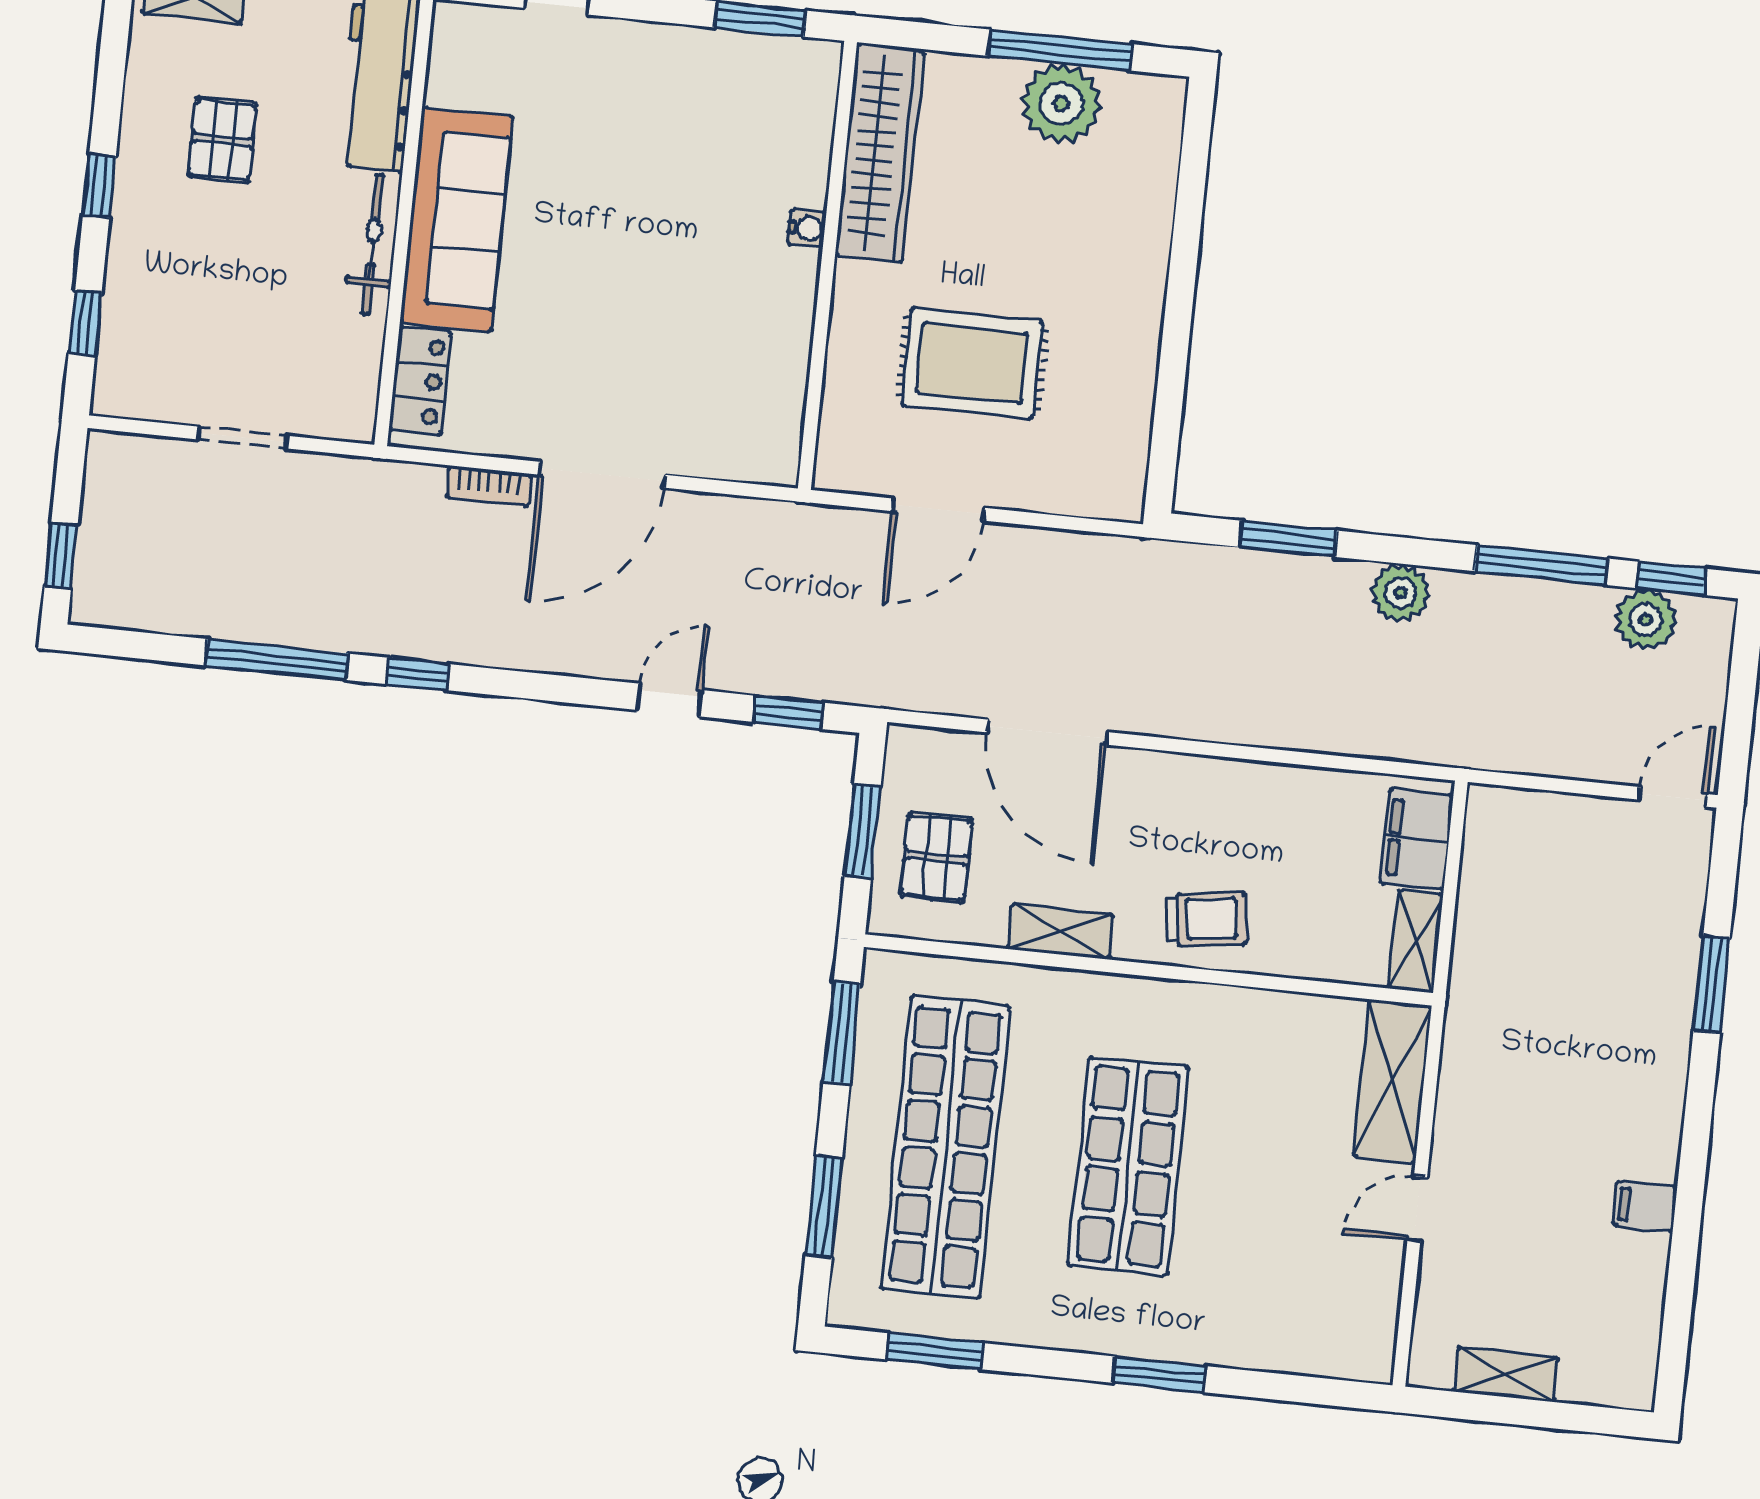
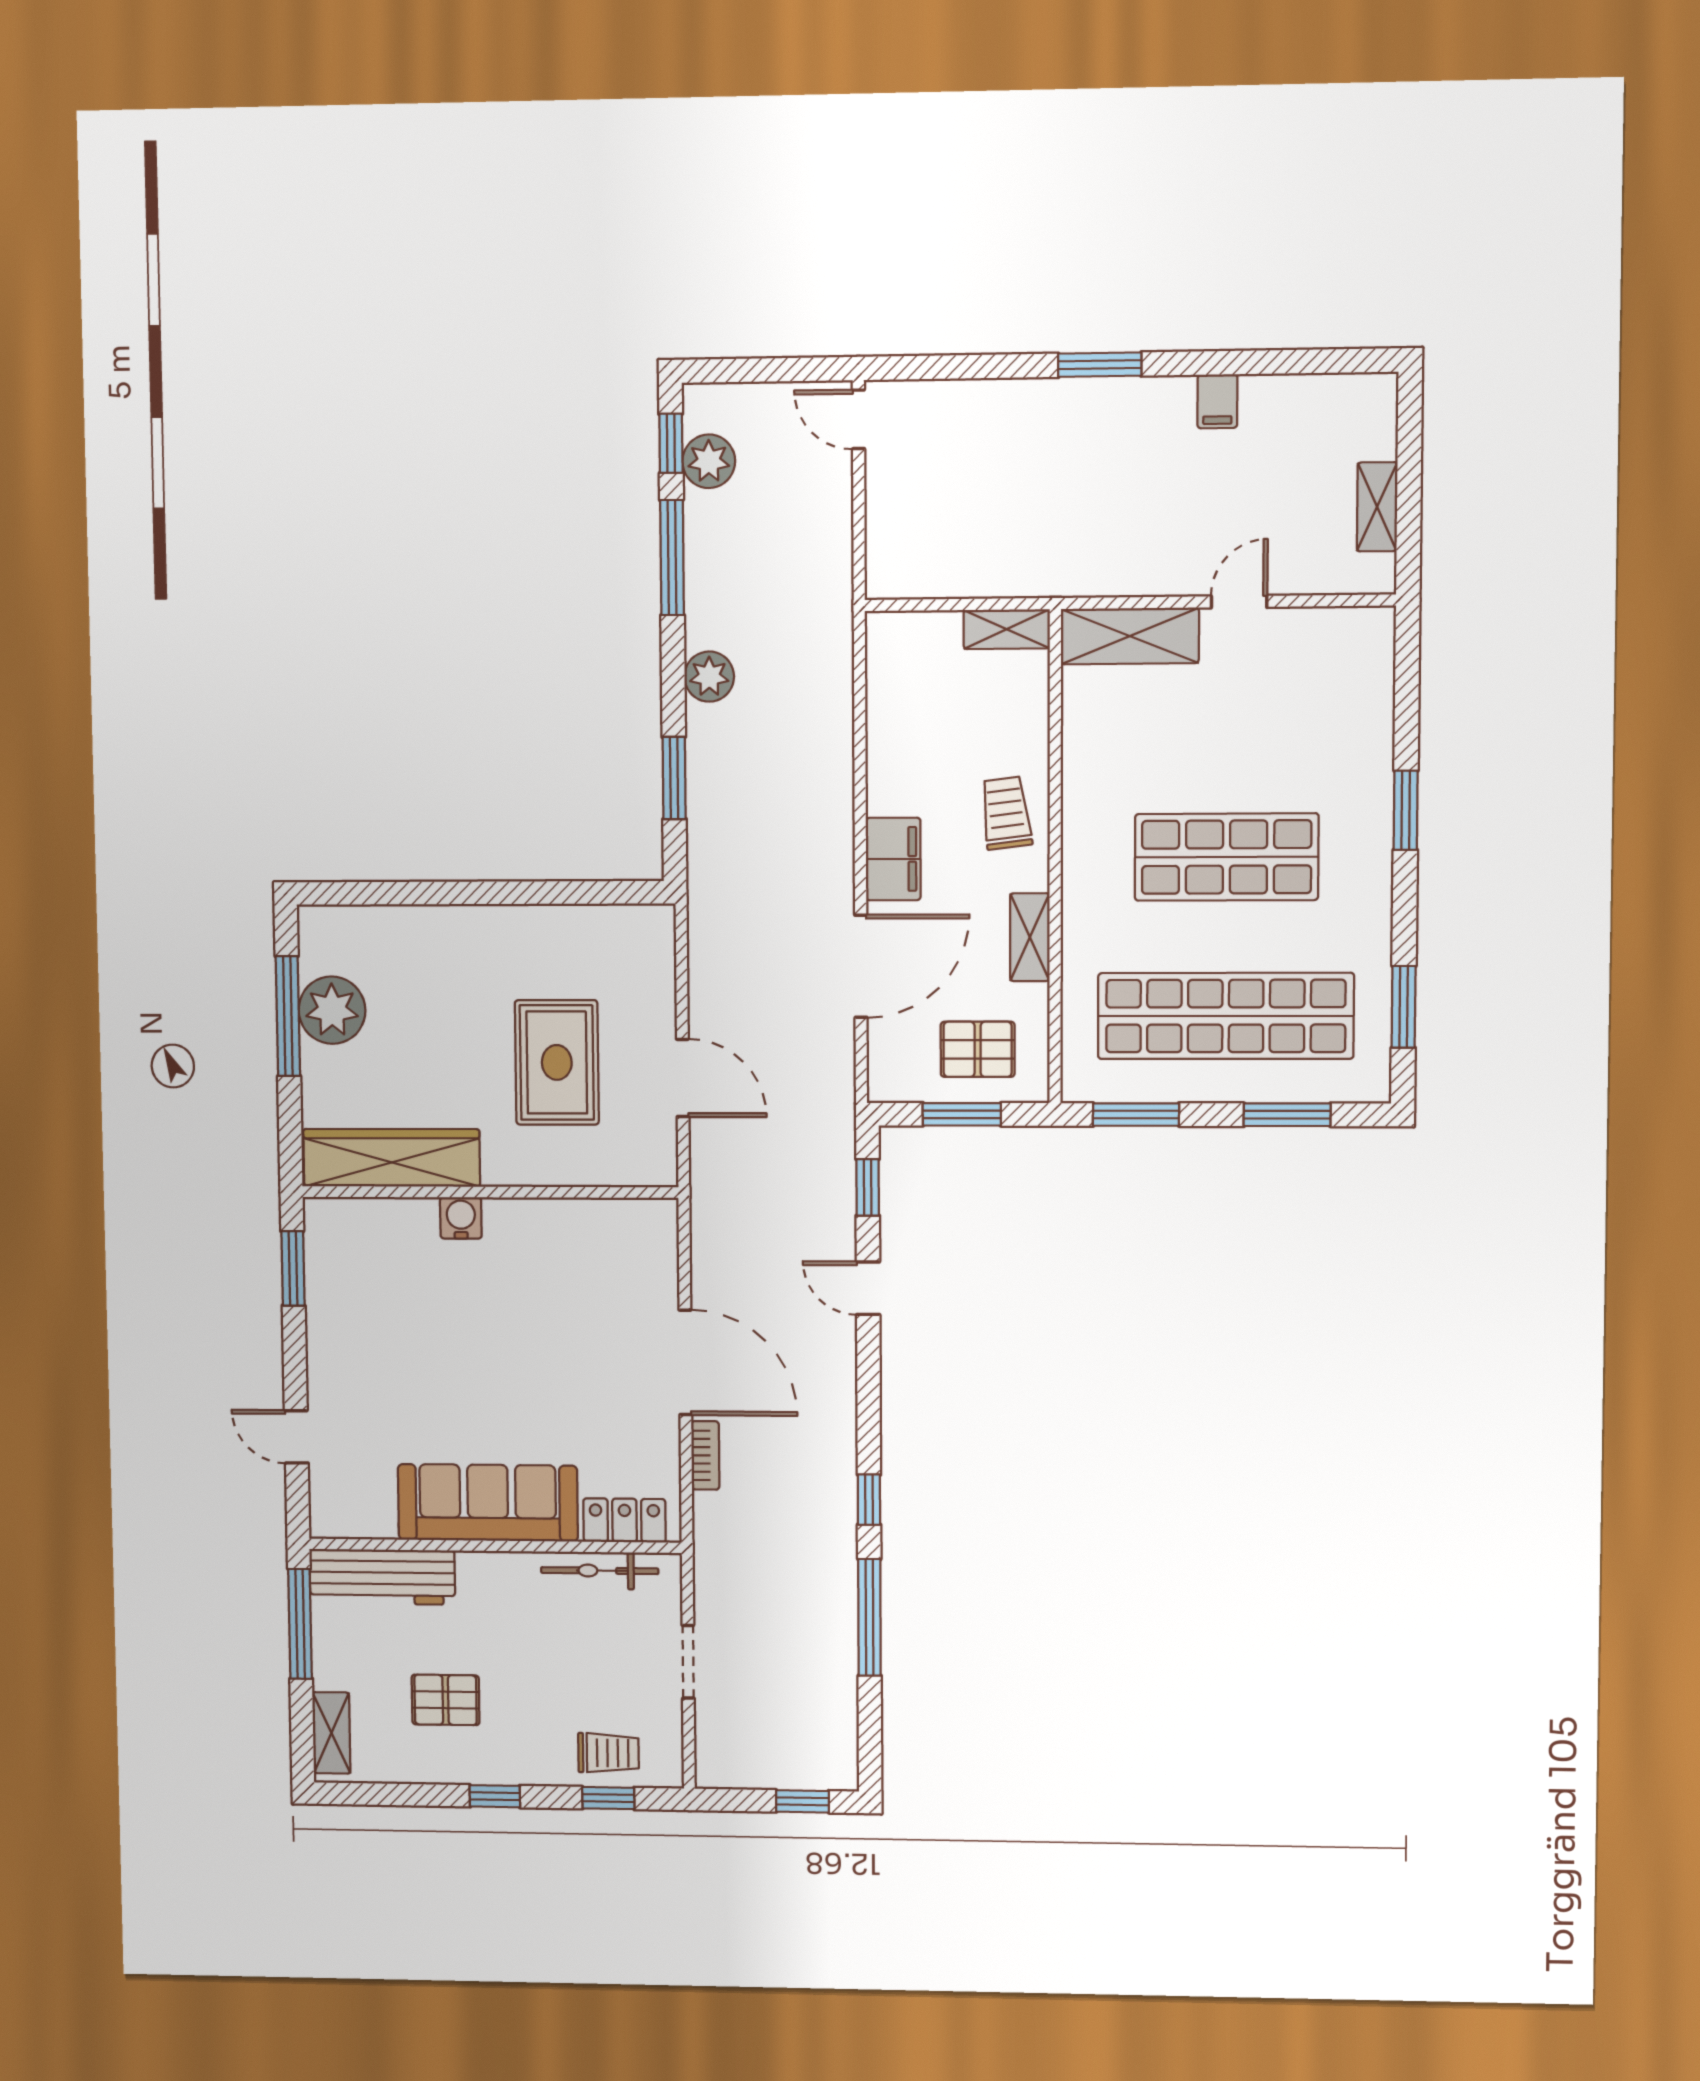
water cooler: (807, 228) -> (461, 1218), width x1.38, depth x1.38
bicycle: (373, 245) -> (600, 1571), moved
trolley: (140, 329) -> (608, 1753), added
filing cabinet: (1417, 839) -> (893, 859), moved, turned -90
window: (1712, 985) -> (1100, 365), moved
door: (1417, 1209) -> (1239, 602), swing flipped

